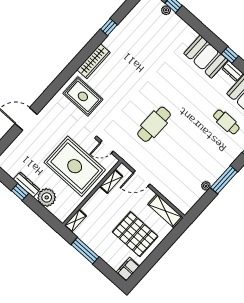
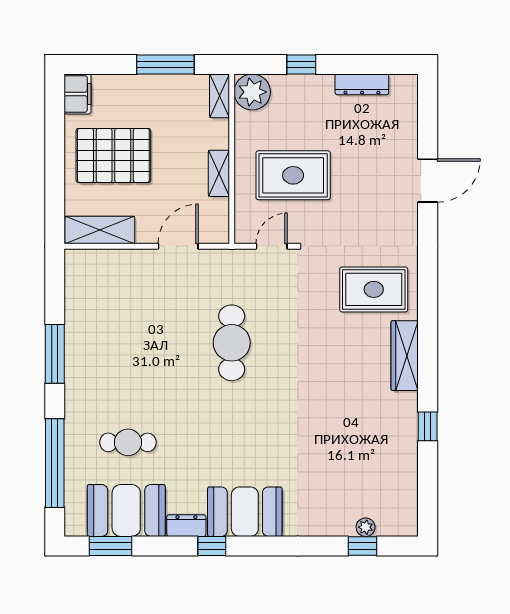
rug: (75, 166) -> (293, 175), width x0.73, depth x0.69
shelving: (111, 181) -> (219, 173), moved
dresser: (27, 185) -> (362, 84), moved
plant: (206, 186) -> (73, 321), removed
window: (20, 192) -> (301, 64), moved
plant: (47, 197) -> (252, 92), moved

